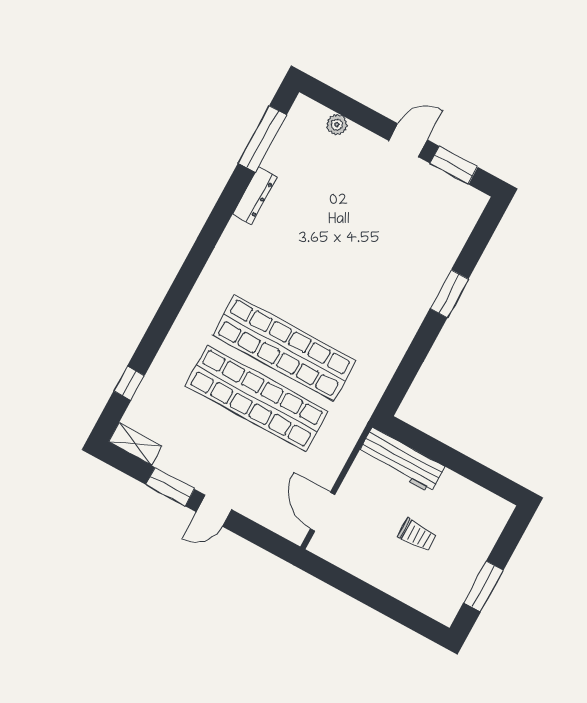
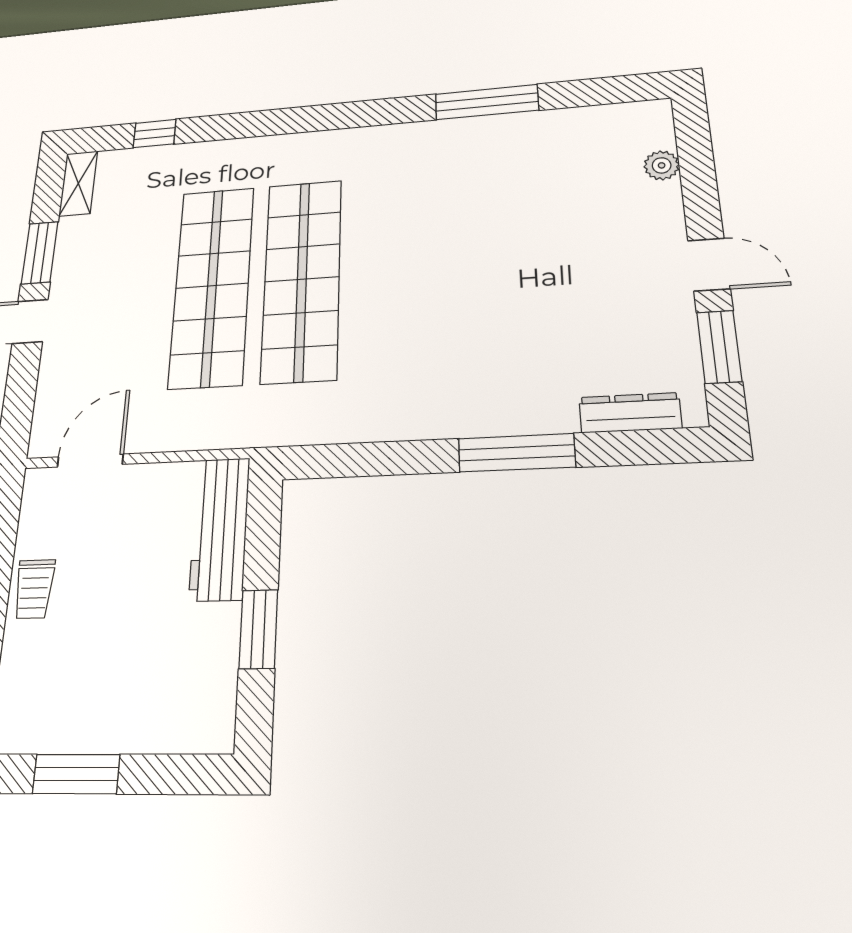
window: (262, 139) -> (487, 102), moved
dresser: (255, 196) -> (630, 413), moved, turned 180
window: (449, 294) -> (517, 453), width x1.44
window: (464, 466) -> (258, 629), added
trolley: (417, 535) -> (34, 589), moved

